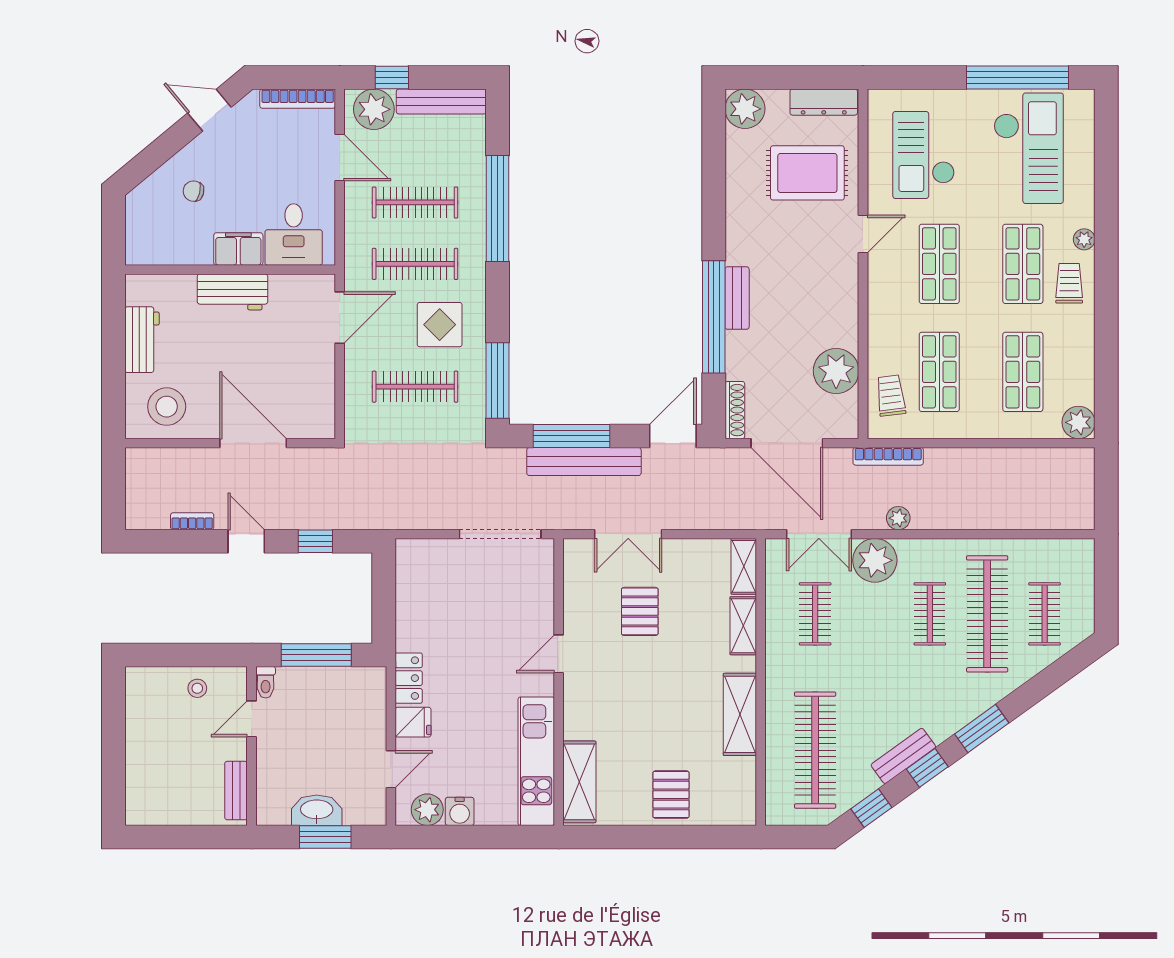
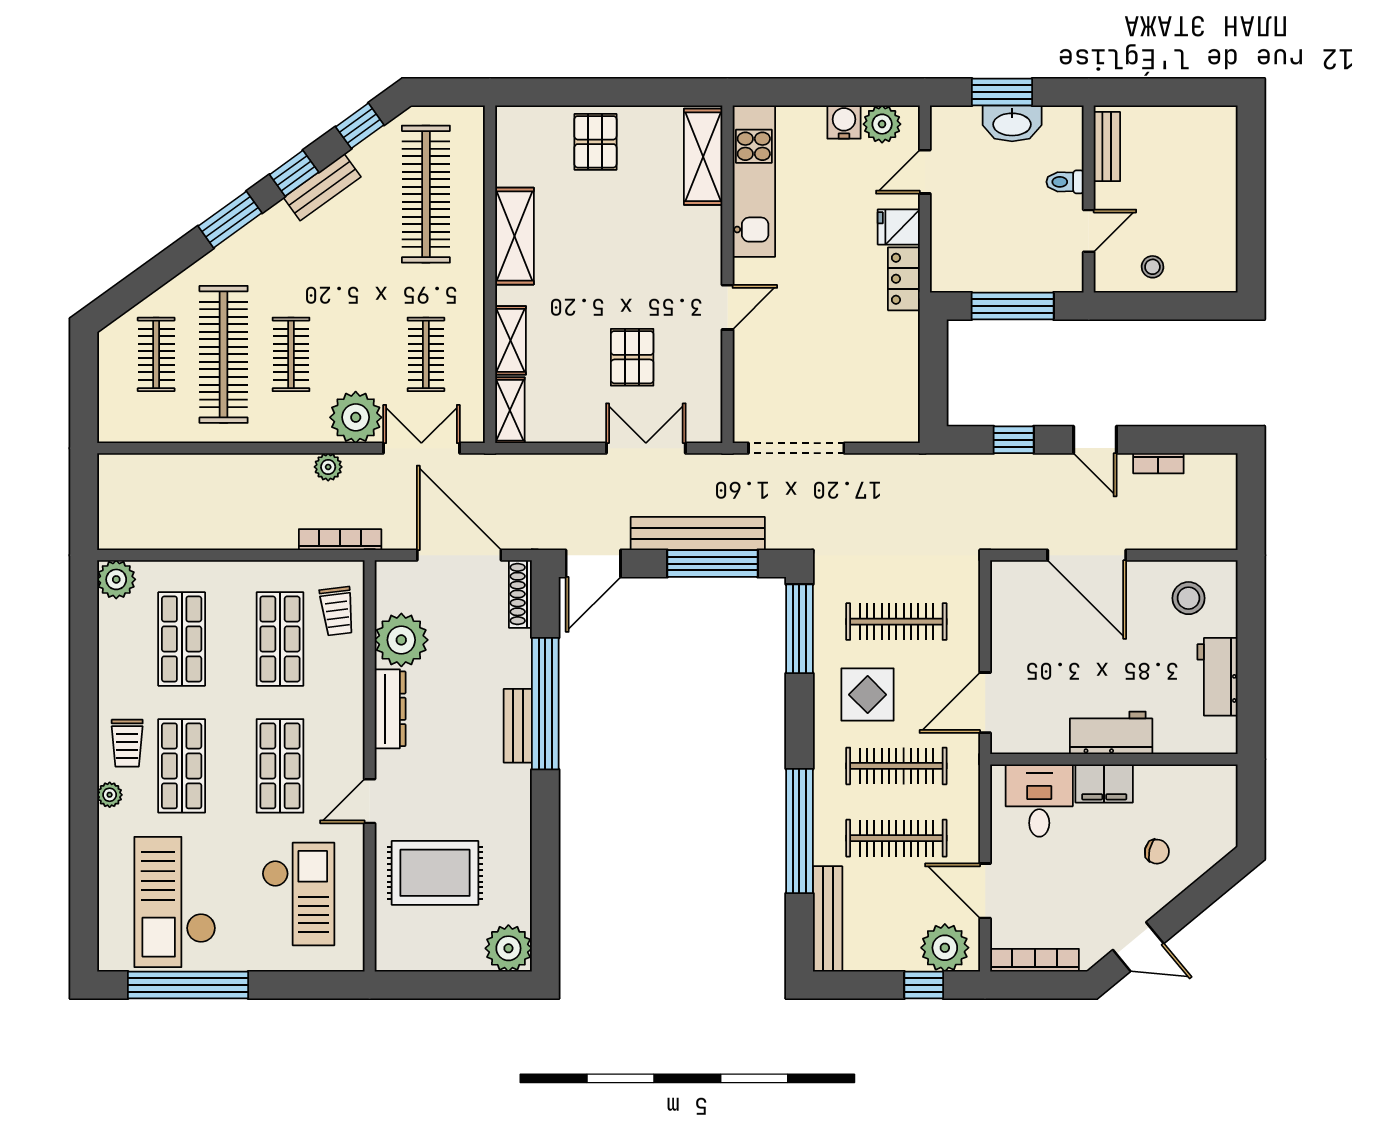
bench: (441, 102) -> (828, 919), moved, turned 90
dresser: (824, 102) -> (390, 709), moved, turned 90
stool: (167, 407) -> (1188, 598), width x0.73, depth x0.73
toilet: (266, 682) -> (1065, 182), moved, turned -90

